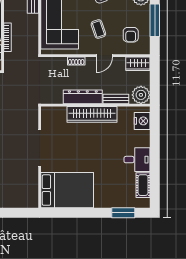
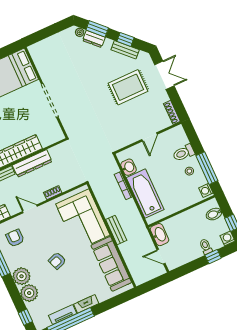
coffee table: (98, 29) -> (46, 230), removed
door: (104, 56) -> (30, 209), hinge flipped

